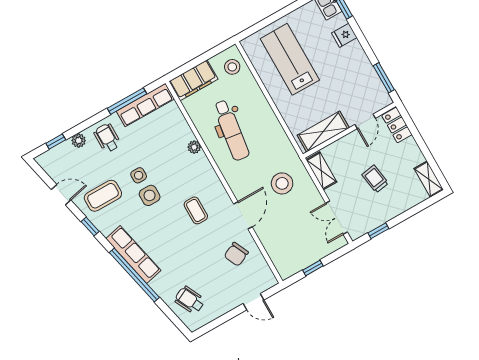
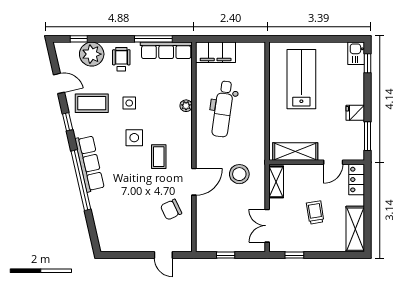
fridge: (344, 35) -> (355, 113), moved
stool: (232, 67) -> (252, 59), removed
plant: (79, 141) -> (92, 54), width x1.87, depth x1.87
shelving: (429, 179) -> (355, 229), width x1.50, depth x1.33
side table: (150, 195) -> (134, 138), moved
wheelchair: (190, 300) -> (114, 225), removed

